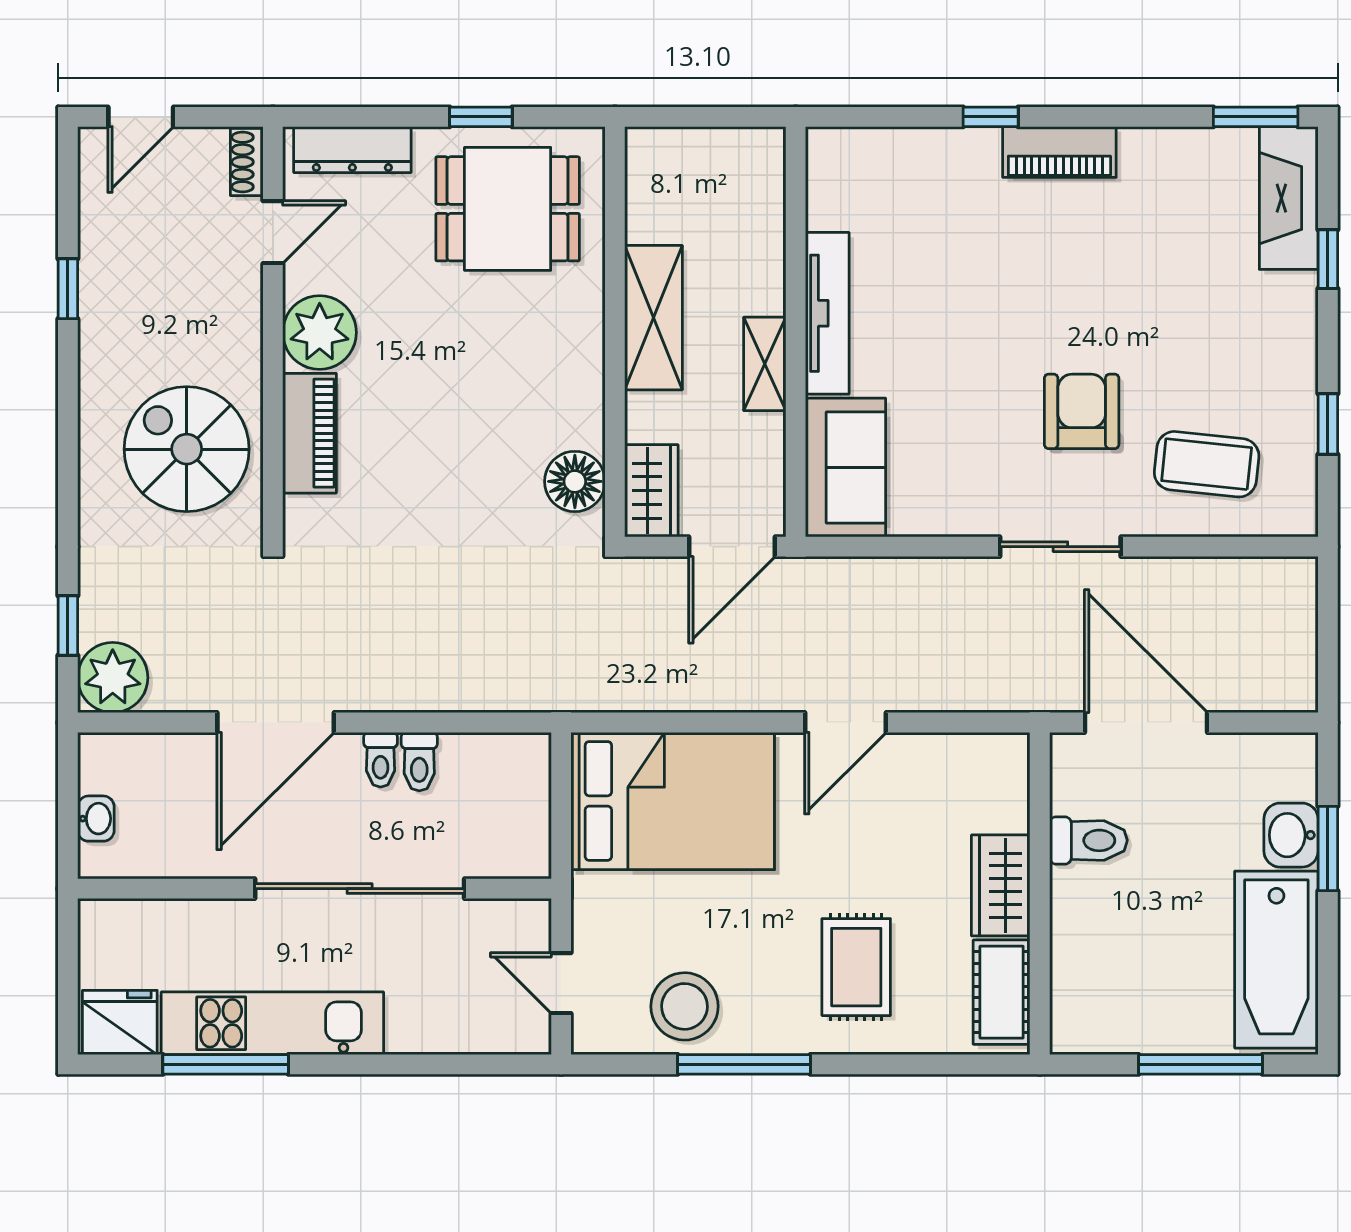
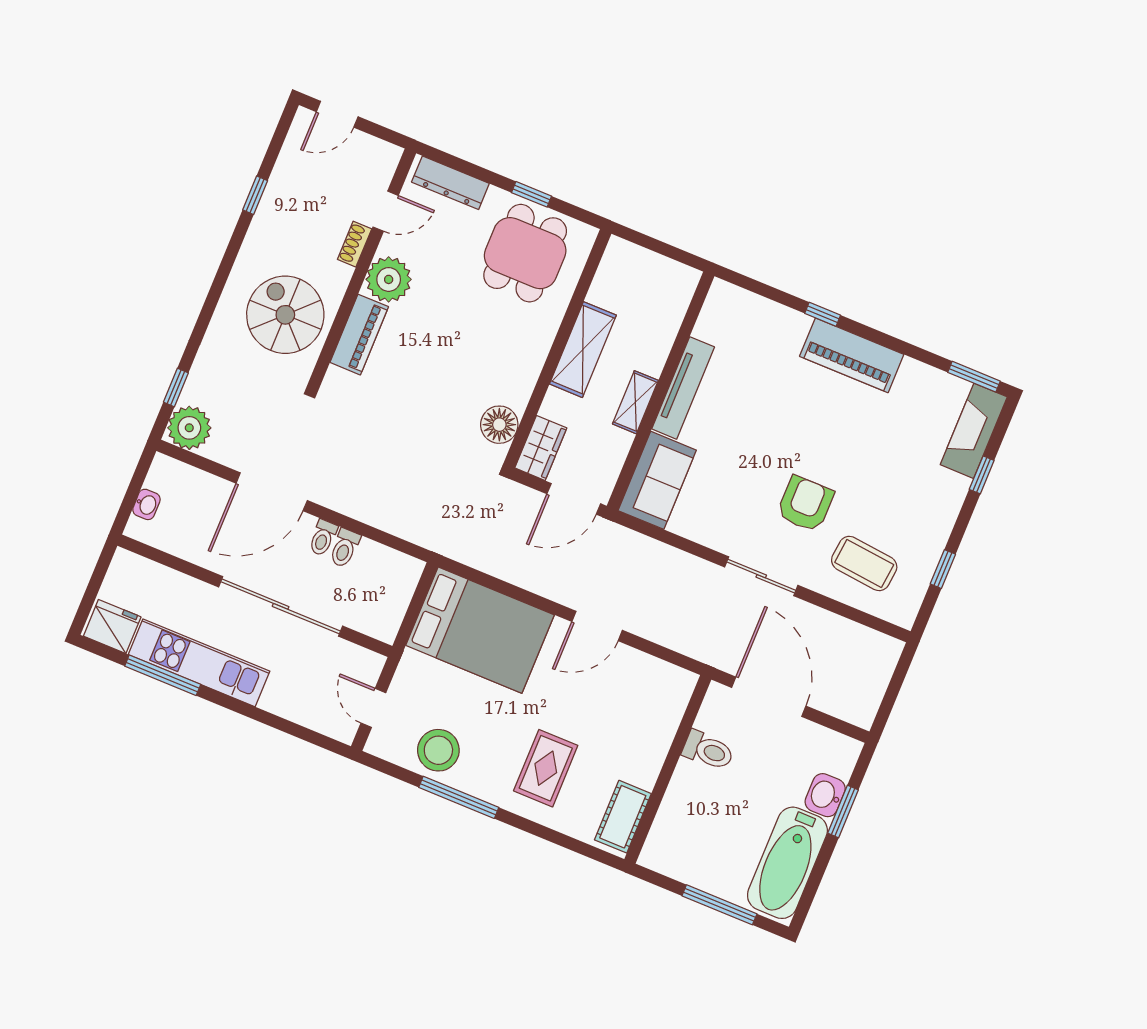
piano: (1059, 152) -> (852, 355), width x1.37, depth x1.33
shoe rack: (247, 162) -> (355, 244), moved
dining table: (508, 209) -> (525, 253), turned 90
wardrobe: (1001, 885) -> (647, 756), removed

